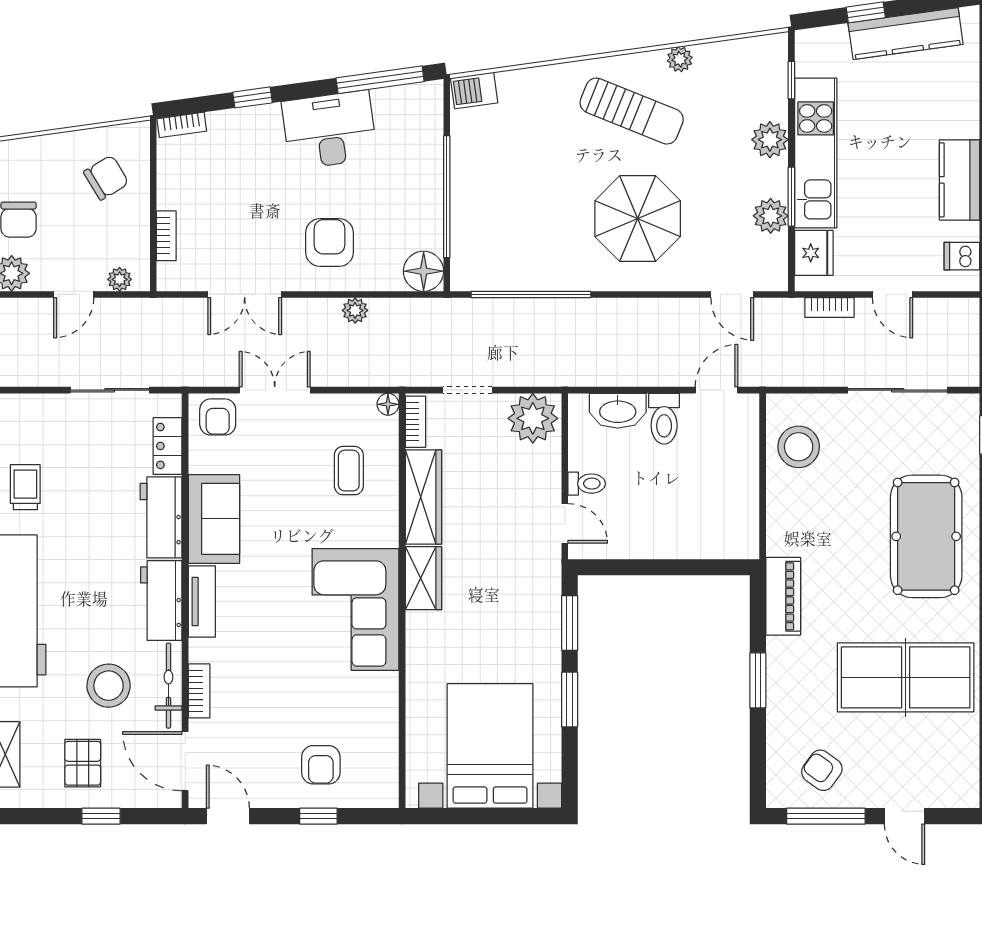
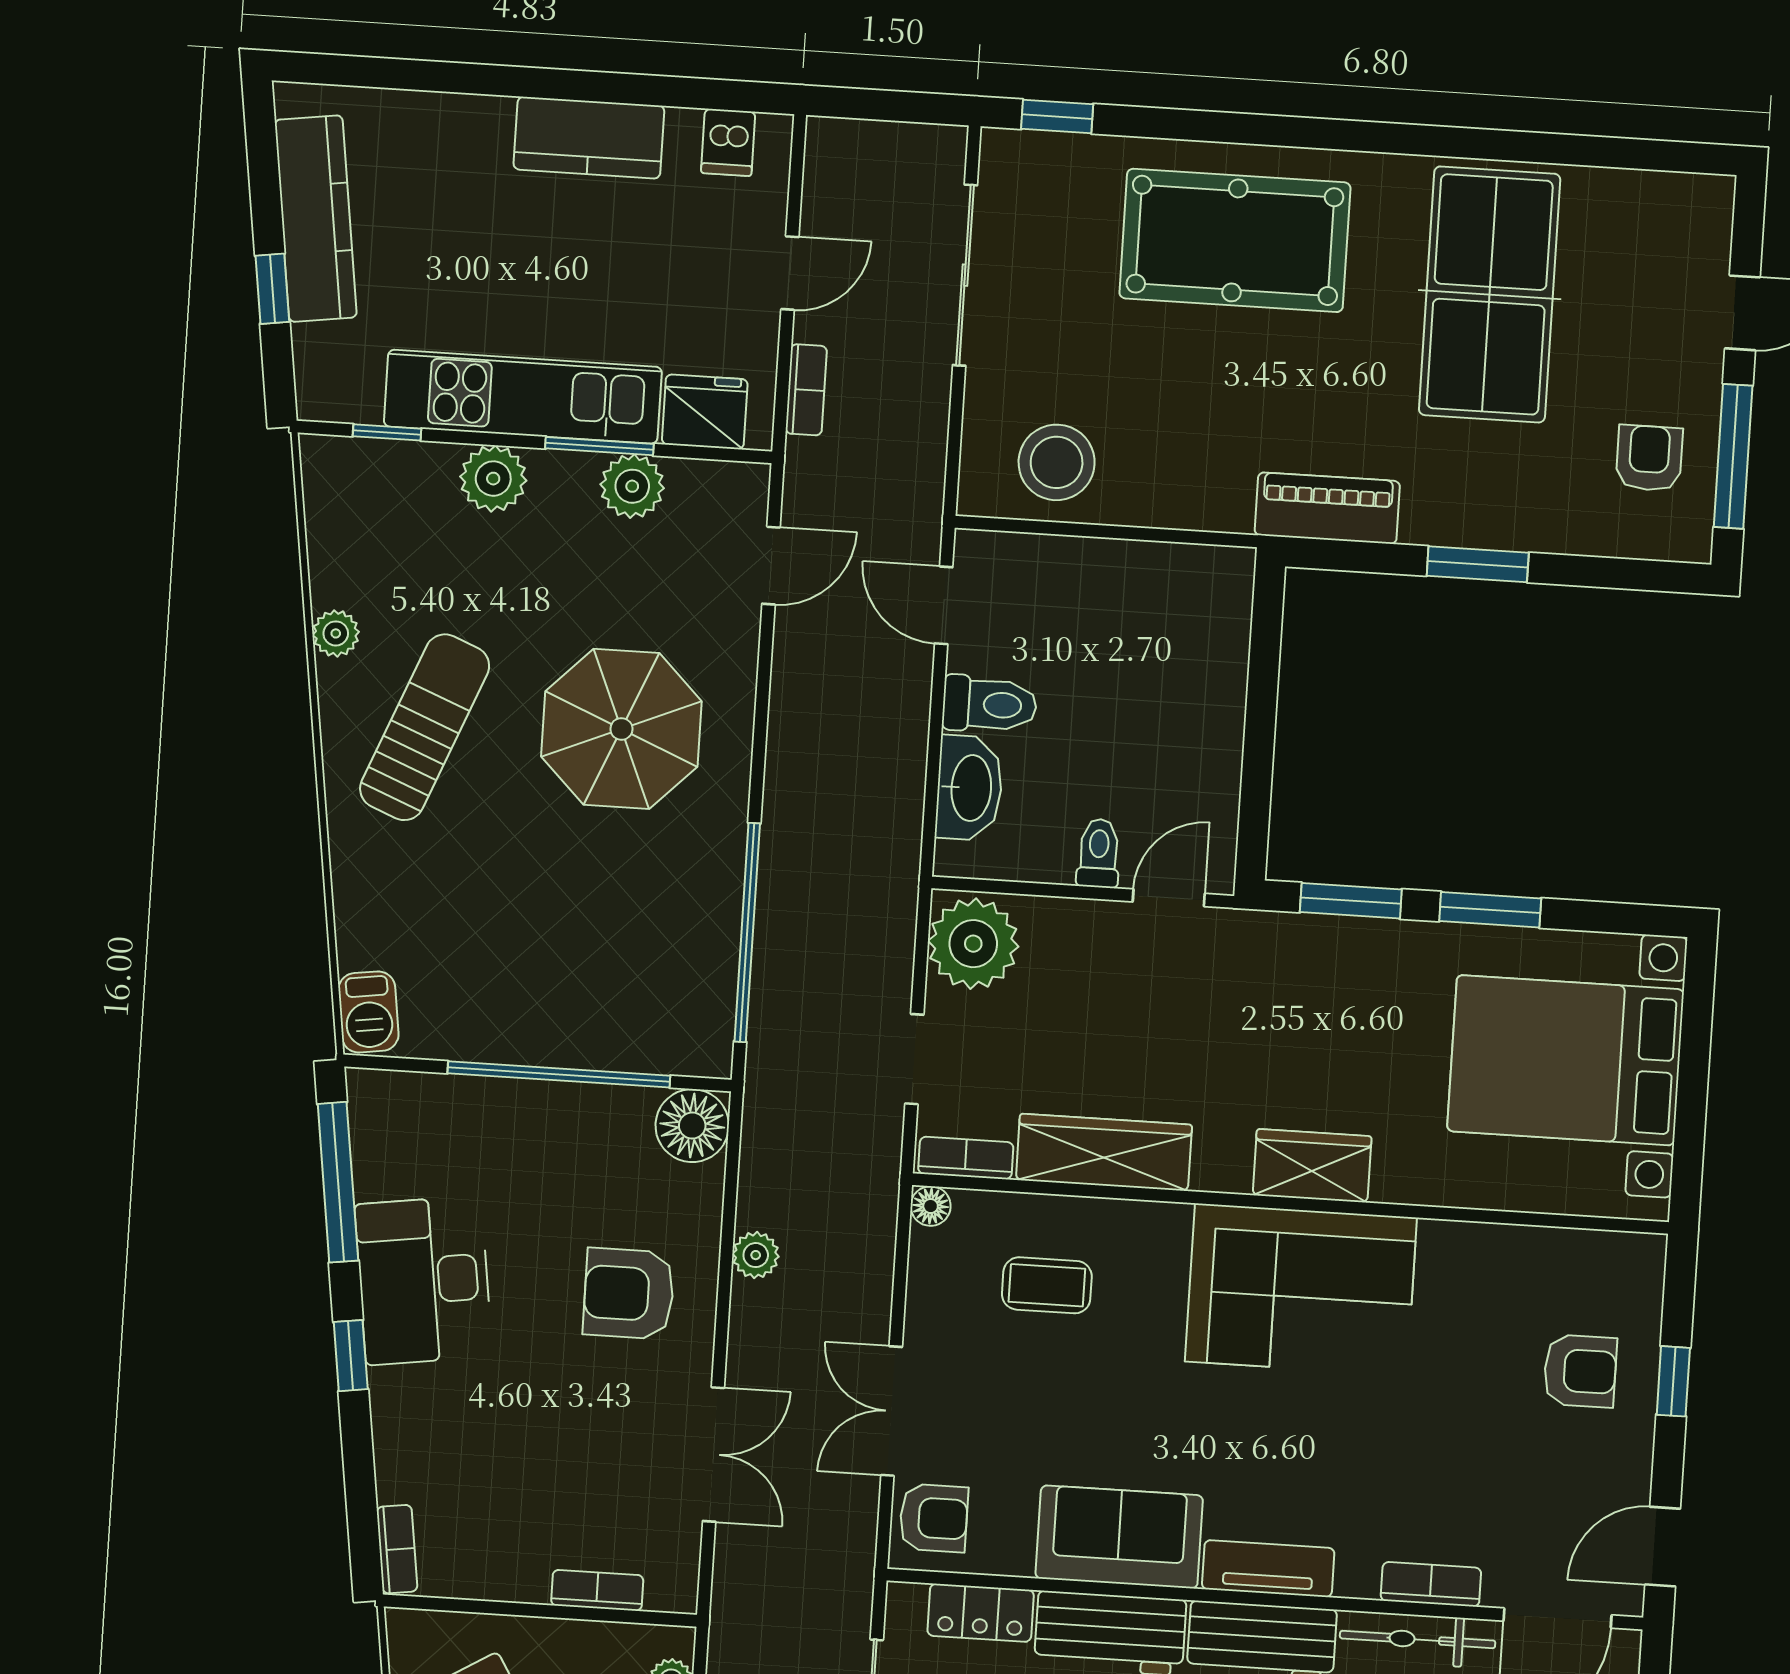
window: (252, 97) -> (351, 1356), moved
wardrobe: (424, 578) -> (1312, 1166), moved
armchair: (822, 770) -> (1649, 458), turned 144

